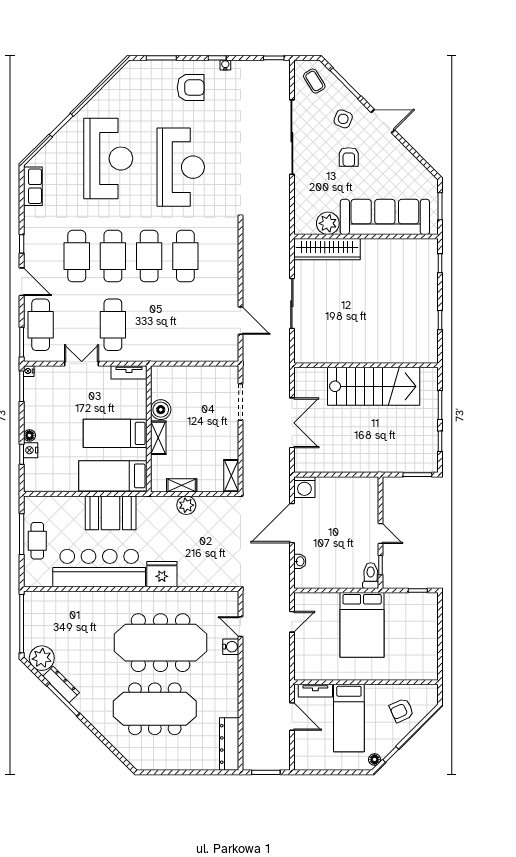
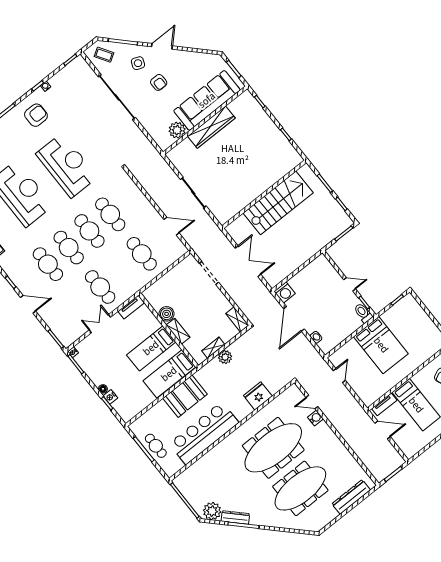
wardrobe: (327, 249) -> (211, 127), moved
cafe table: (41, 325) -> (142, 254), moved
fridge: (162, 574) -> (258, 396), moved
dresser: (229, 744) -> (351, 497), moved, turned 90

